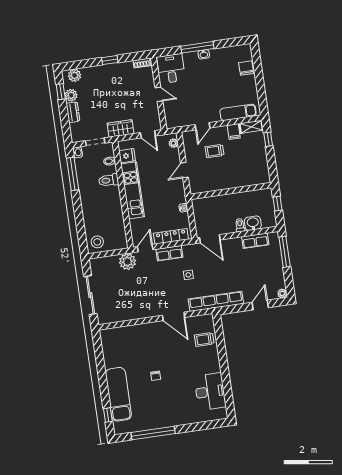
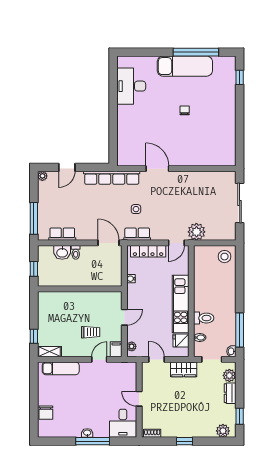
plant: (71, 95) -> (229, 375), moved
filing cabinet: (234, 132) -> (116, 349), moved
row of seats: (169, 253) -> (137, 234), moved
trolley: (204, 340) -> (129, 140), removed
exam couch: (118, 394) -> (185, 66), moved, turned -90

